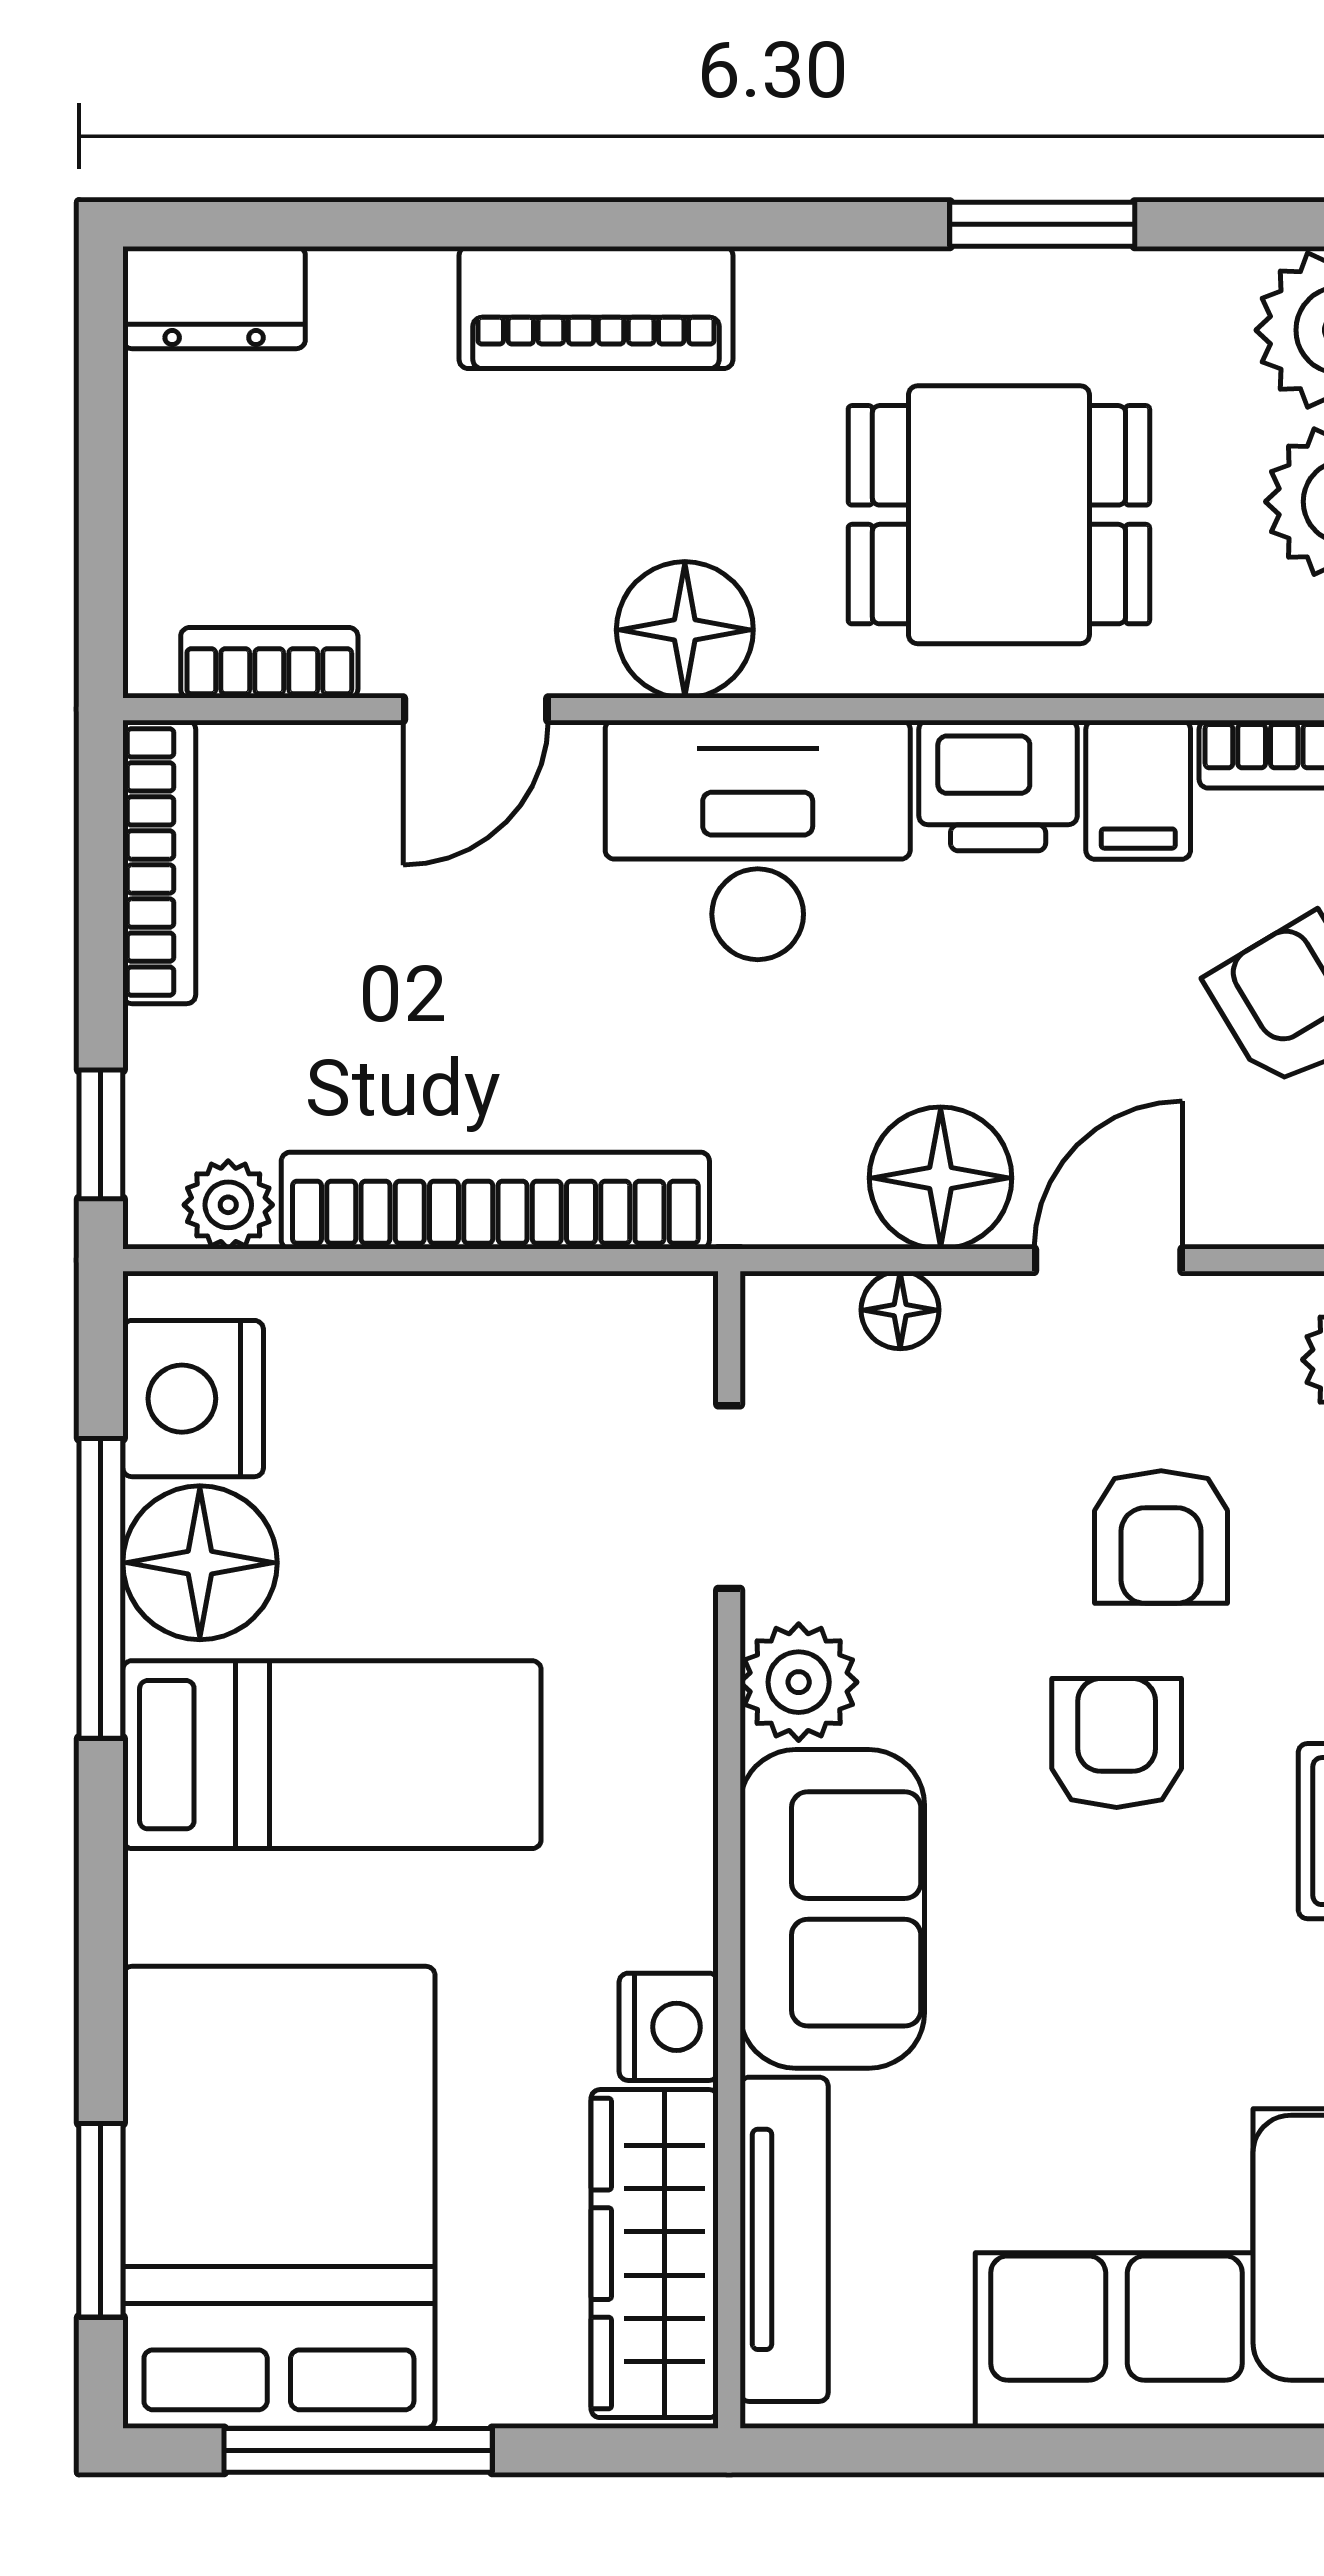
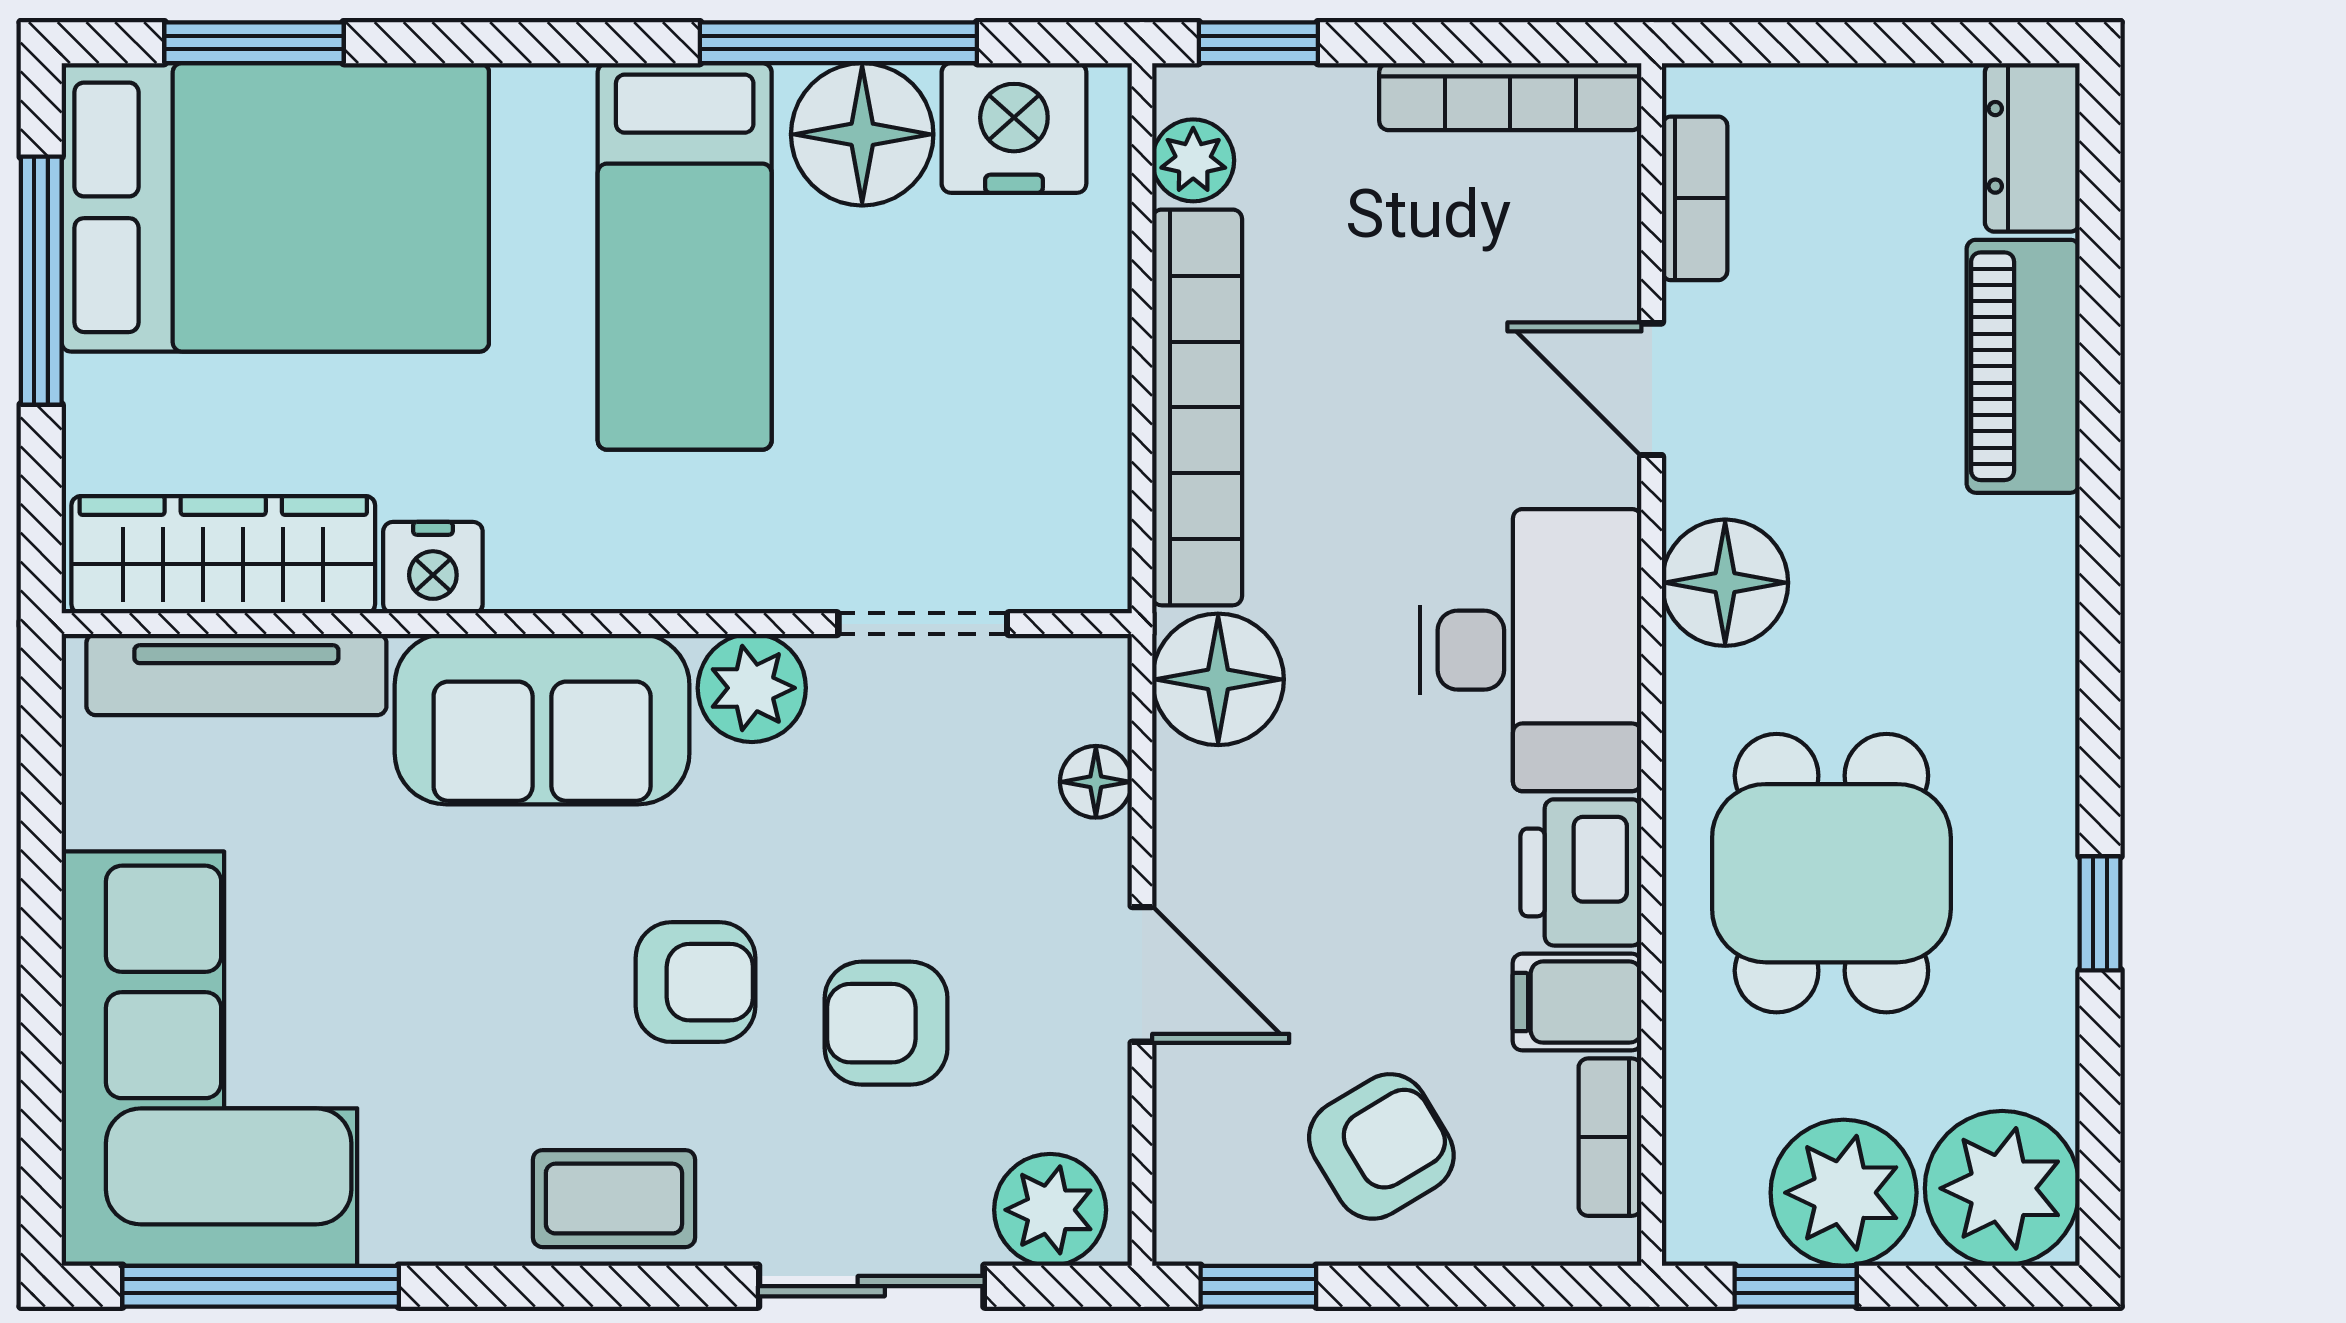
window: (1042, 224) -> (2100, 913), width x0.67
piano: (596, 307) -> (2023, 366), moved
floor lamp: (941, 1178) -> (1218, 679), moved

